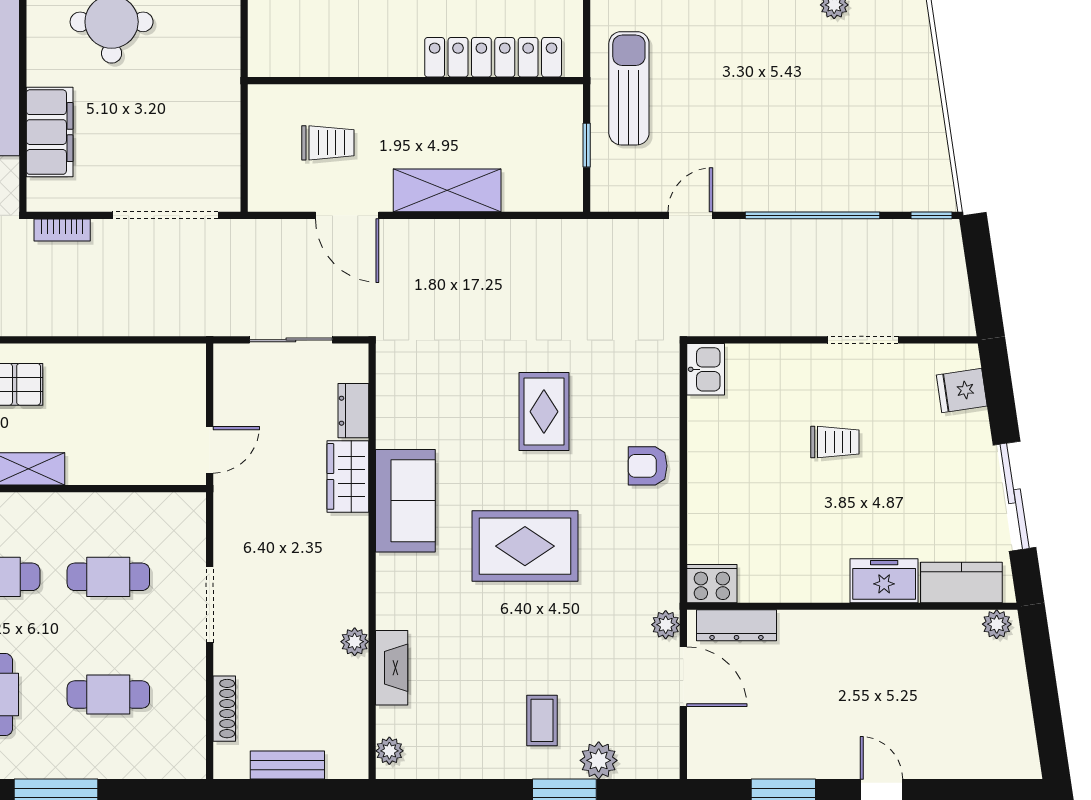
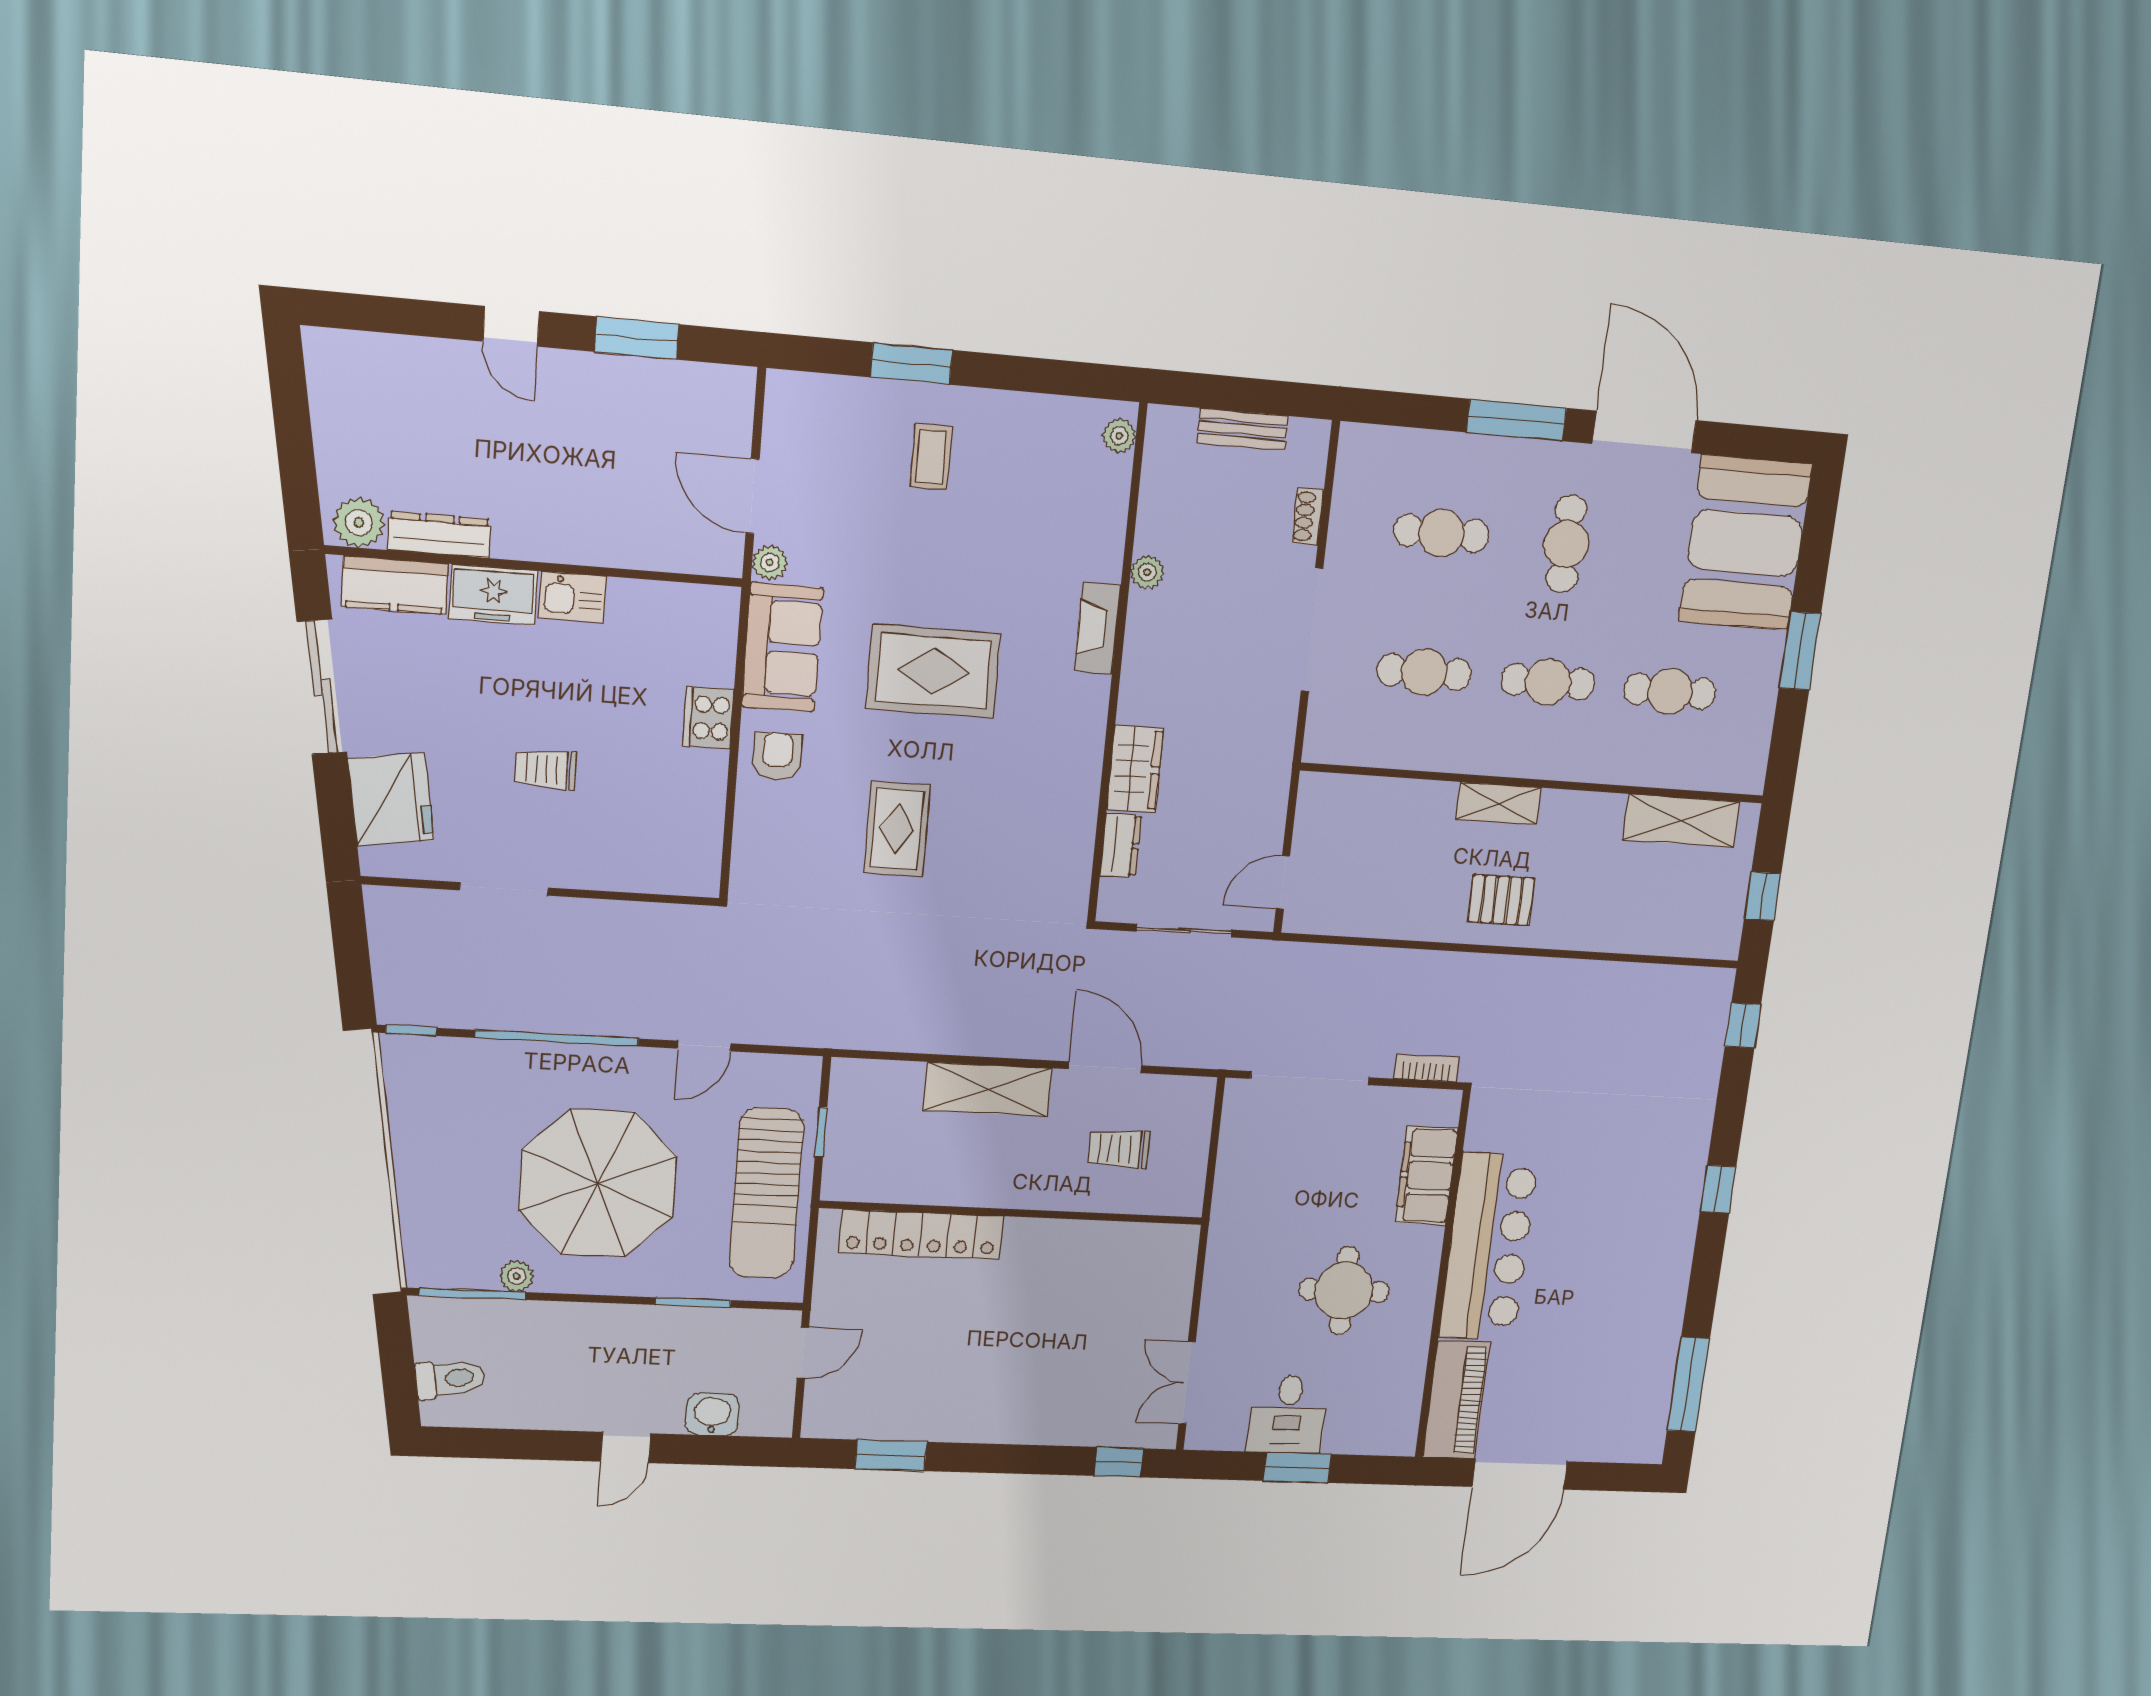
sun lounger: (629, 88) -> (766, 1193), width x1.36, depth x1.34
parasol: (771, 90) -> (598, 1183), added
kitchen sink: (706, 369) -> (572, 597), moved, turned -90
fridge: (962, 391) -> (391, 799), width x1.88, depth x1.34
door: (210, 450) -> (1283, 883), moved
armchair: (648, 466) -> (777, 756), turned -90
sofa: (405, 501) -> (782, 647), moved, turned 180
cooker: (712, 584) -> (708, 718), moved, turned 90
doorway: (210, 605) -> (1312, 630), width x1.36
plant: (997, 624) -> (359, 523), width x1.38, depth x1.38
dresser: (736, 625) -> (439, 535), moved
fireplace: (392, 668) -> (1098, 628), moved
shoe rack: (224, 709) -> (1308, 516), width x0.70
plant: (599, 760) -> (866, 401), removed

